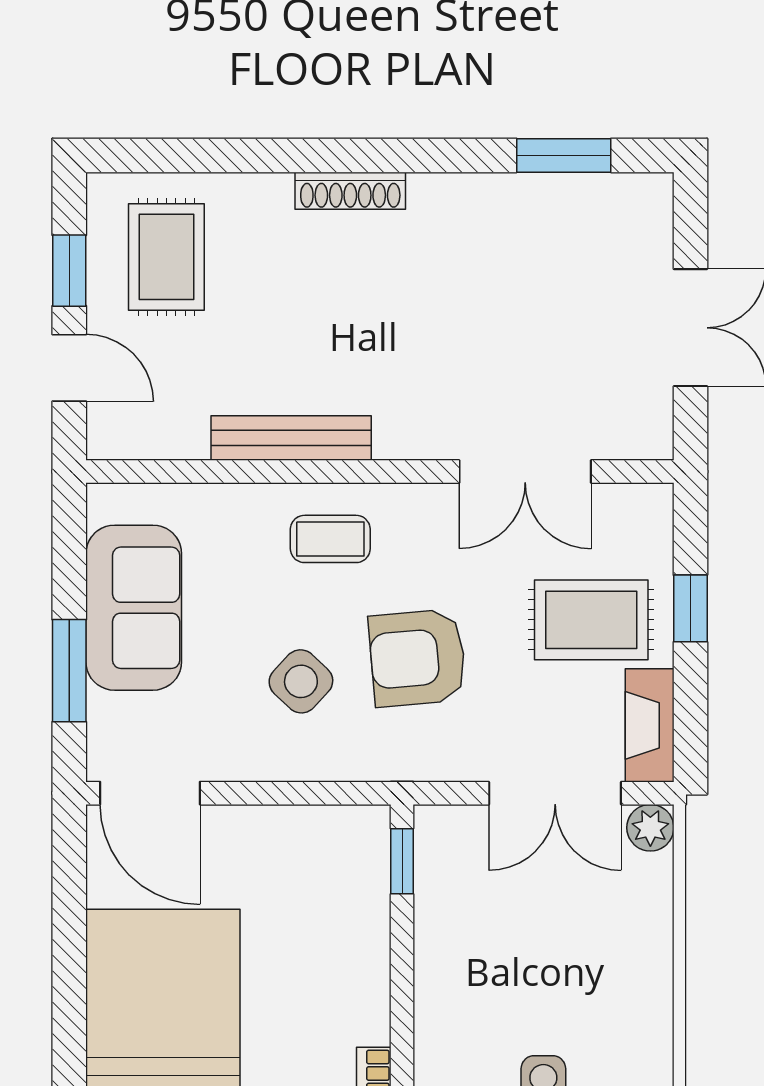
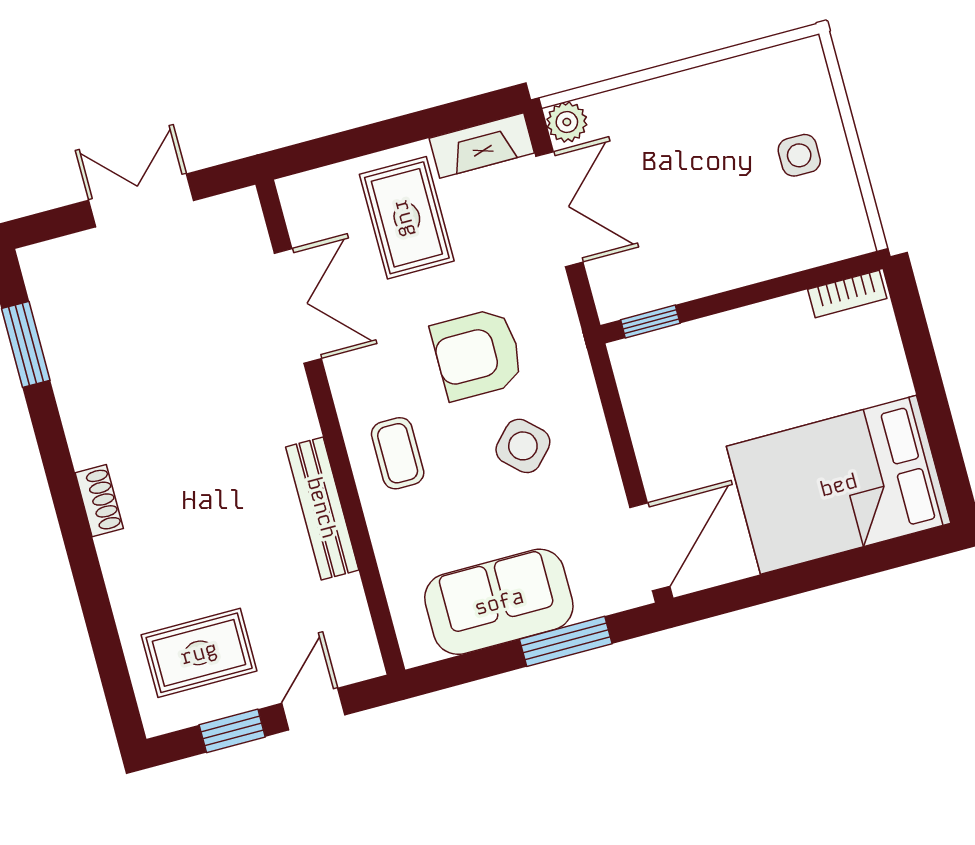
shoe rack: (350, 191) -> (99, 501), width x0.70
window: (690, 608) -> (375, 138), removed
armchair: (417, 658) -> (477, 354), turned 95

